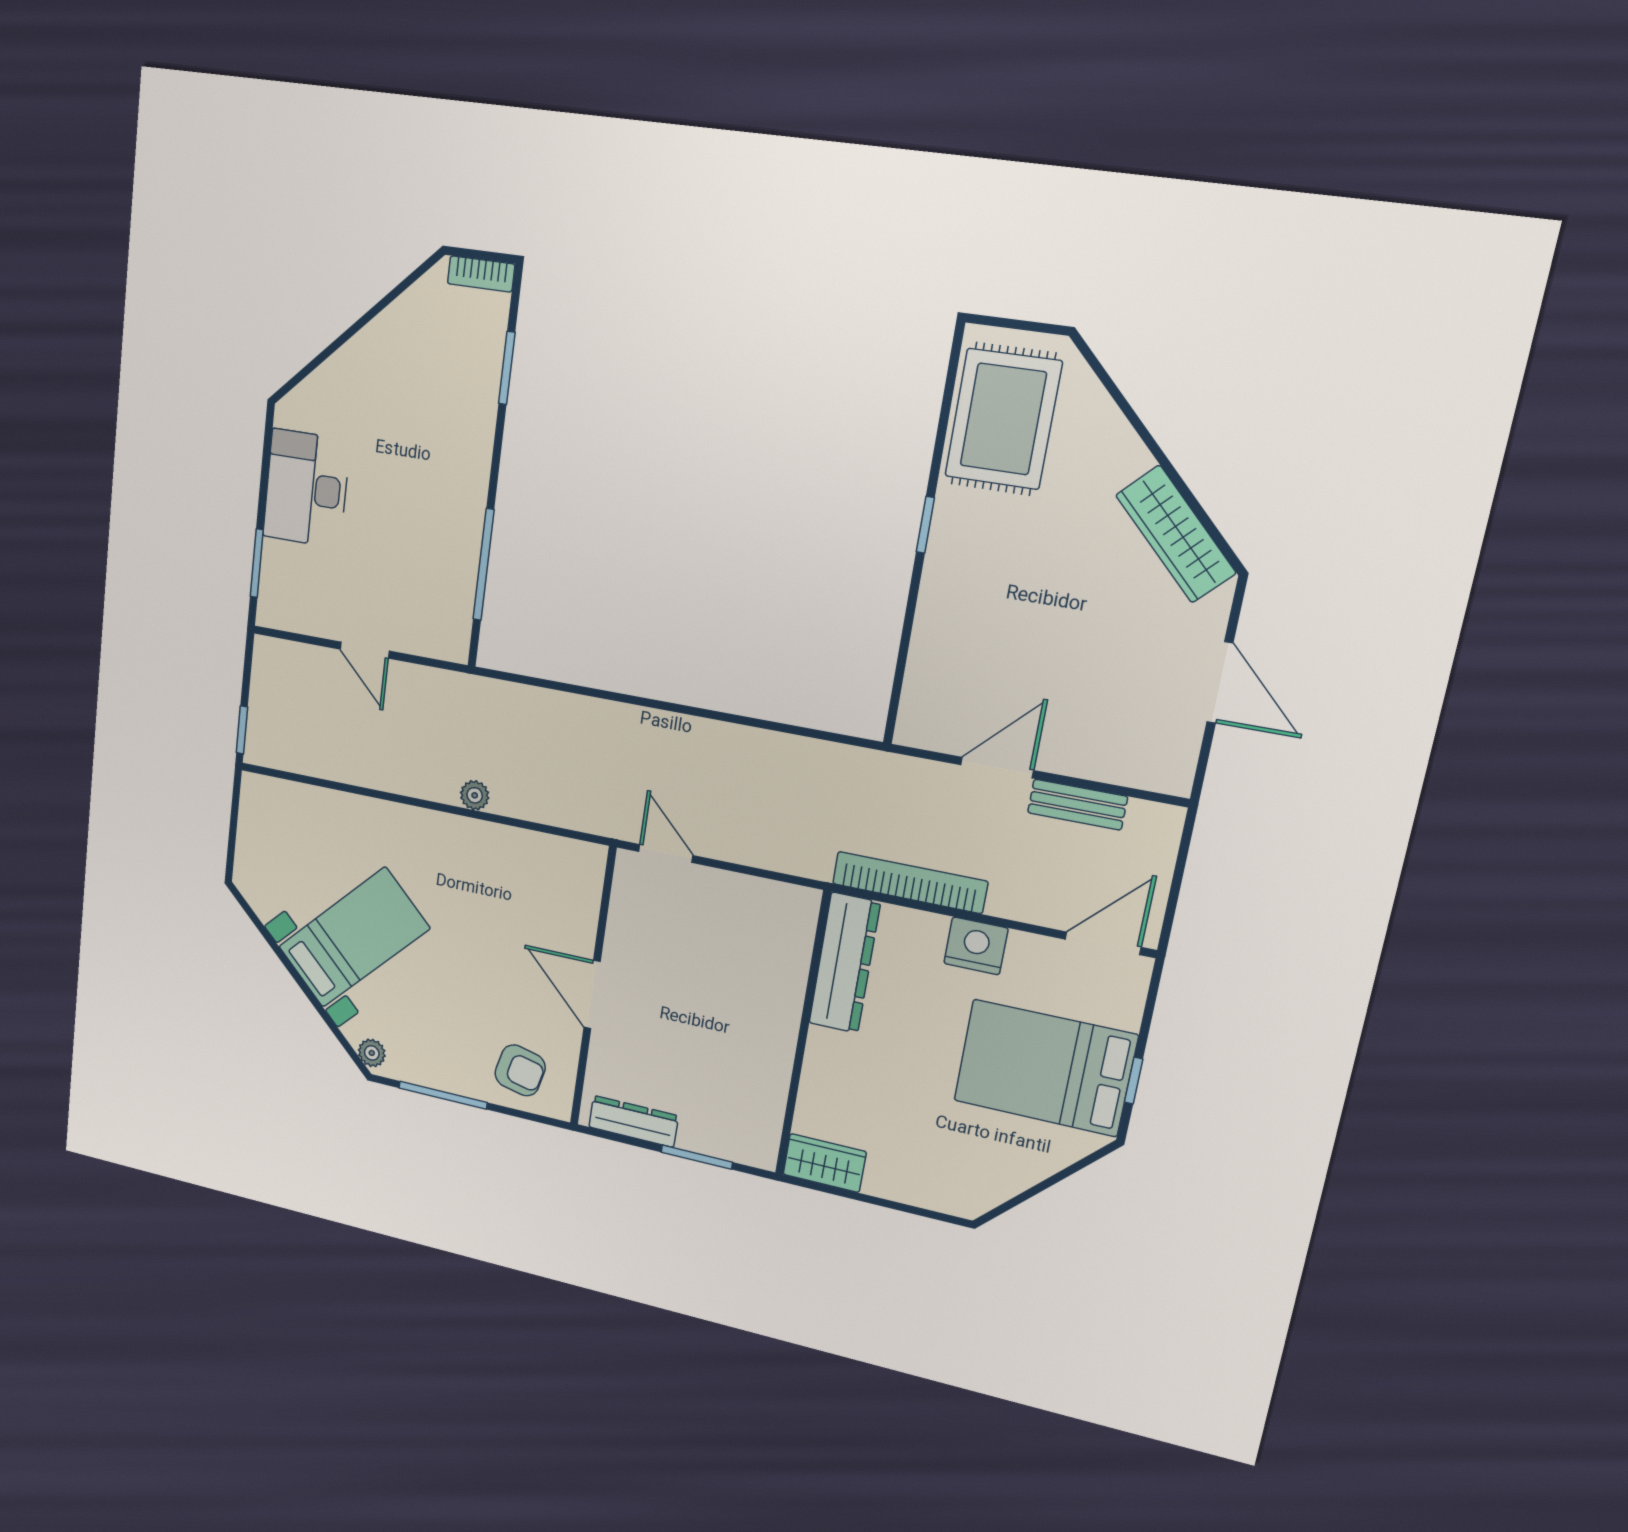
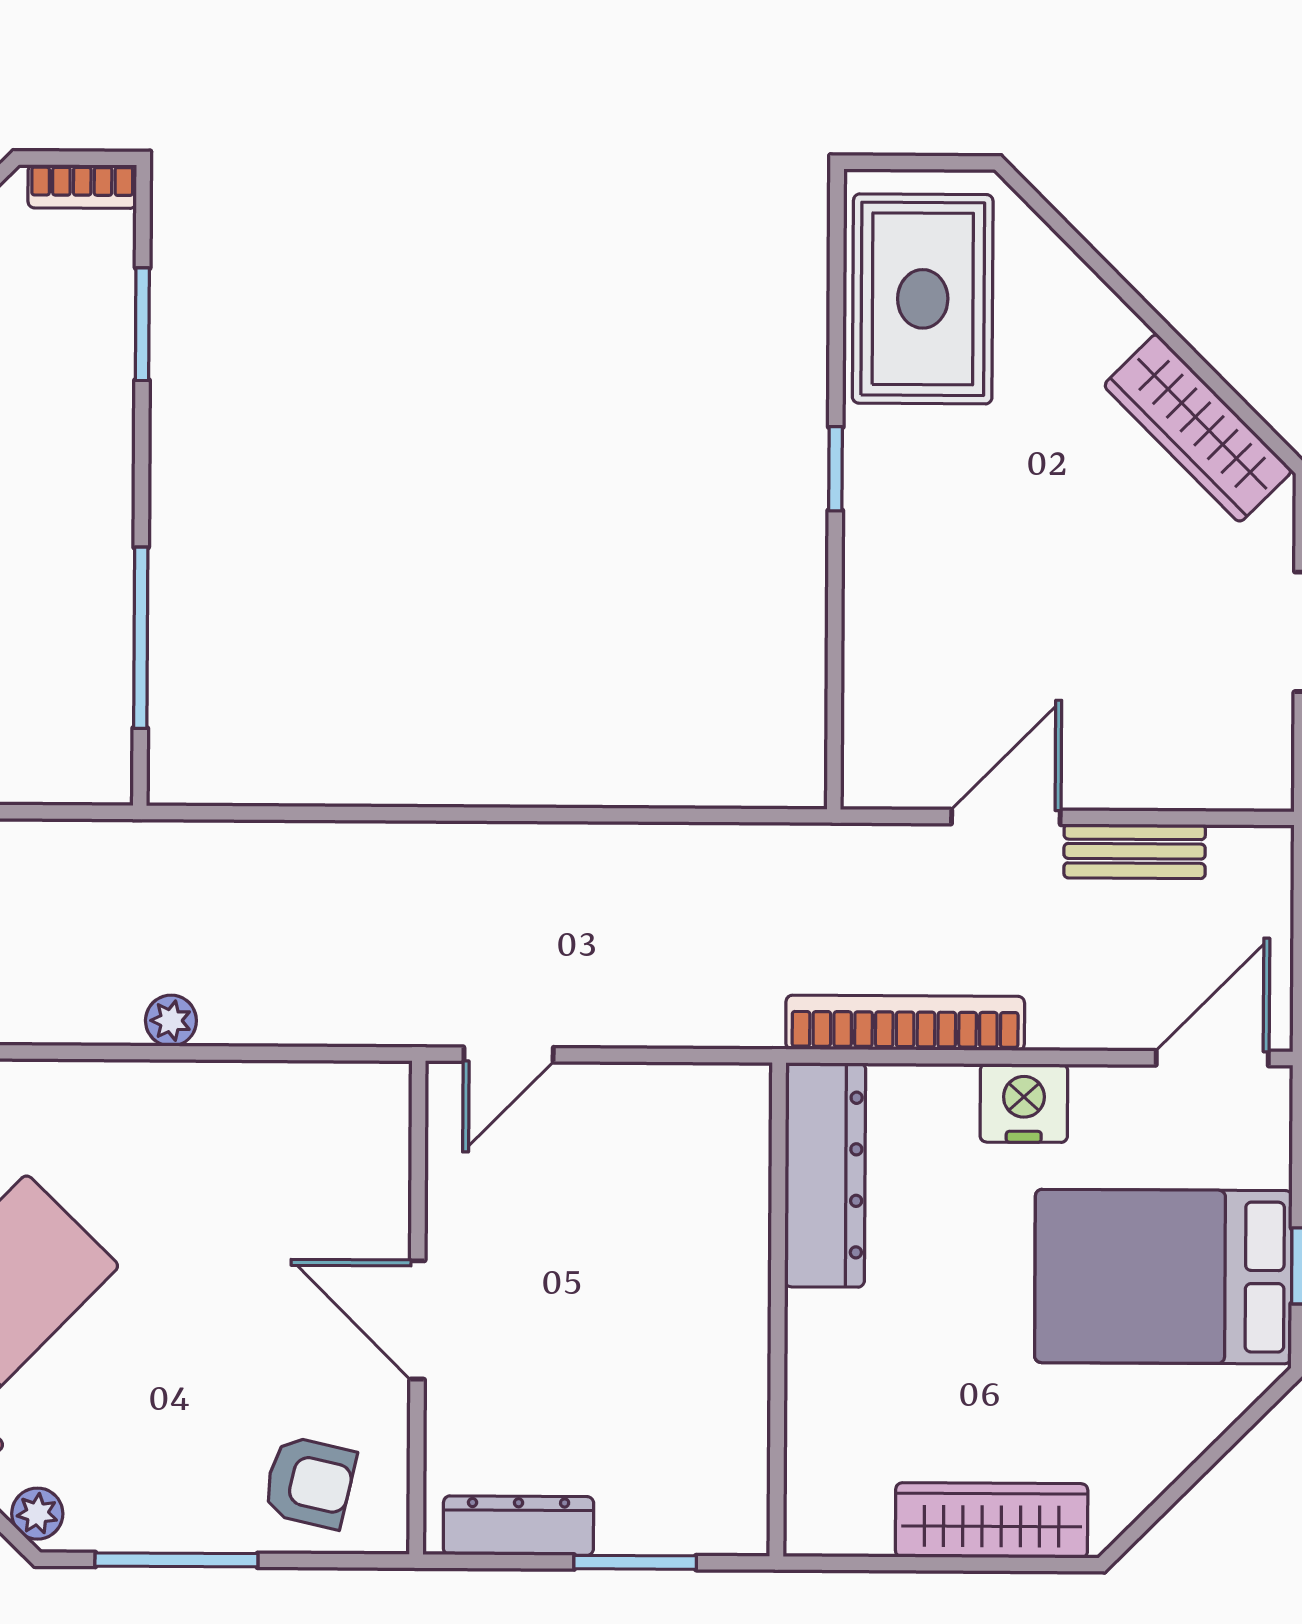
door: (666, 853) -> (509, 1055), swing flipped
wardrobe: (825, 1163) -> (992, 1520), moved, width x1.50

